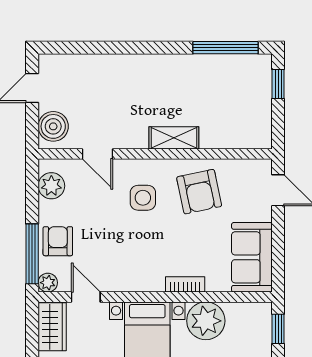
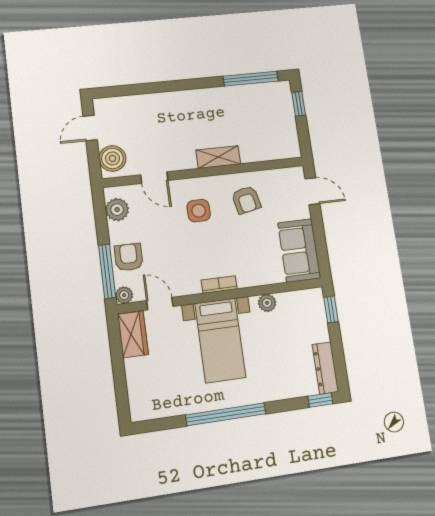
armchair: (199, 192) -> (246, 200), width x0.72, depth x0.72
bookcase: (185, 284) -> (219, 285), moved
plant: (206, 321) -> (267, 303), width x0.53, depth x0.53

